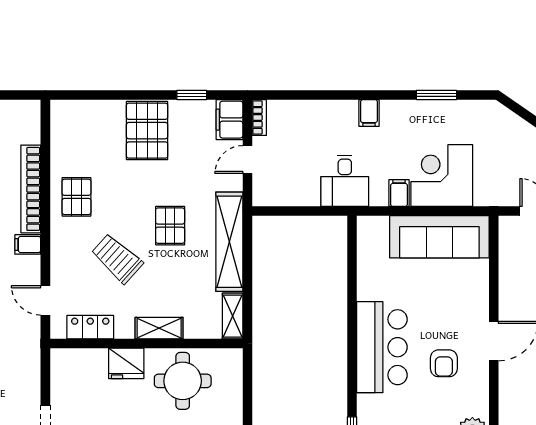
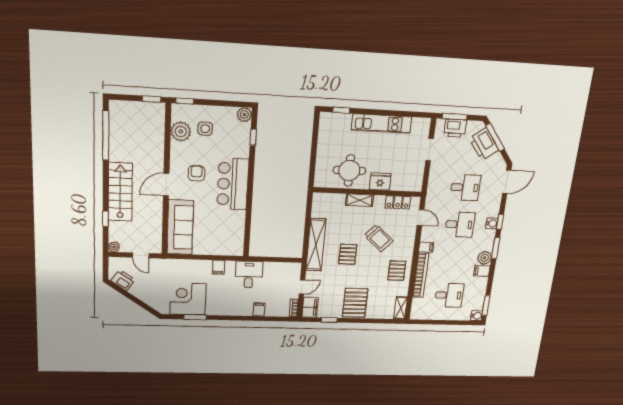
filing cabinet: (369, 113) -> (259, 309), moved
corner desk: (442, 176) -> (188, 299), moved, turned 180
sofa: (439, 237) -> (180, 227), moved, turned 90
shelving: (233, 316) -> (401, 308), moved

